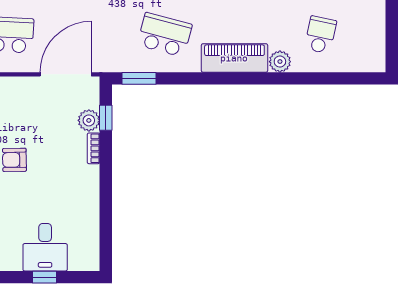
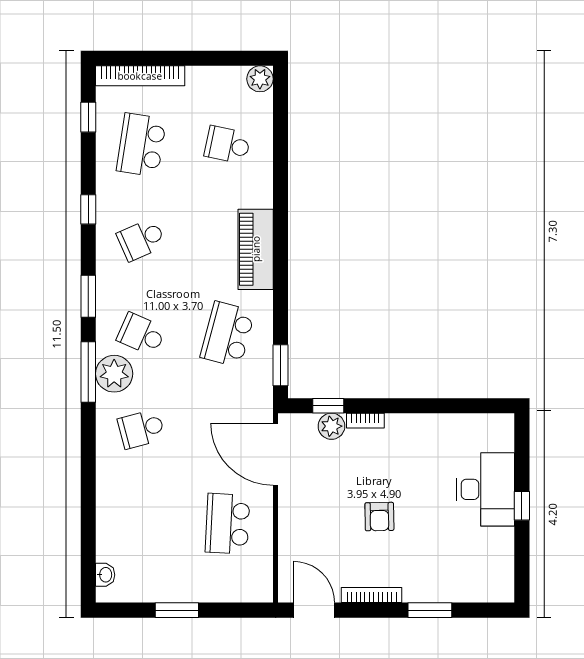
plant: (280, 62) -> (260, 79), moved
desk: (45, 247) -> (486, 489), width x1.37
window: (45, 277) -> (522, 506), moved

